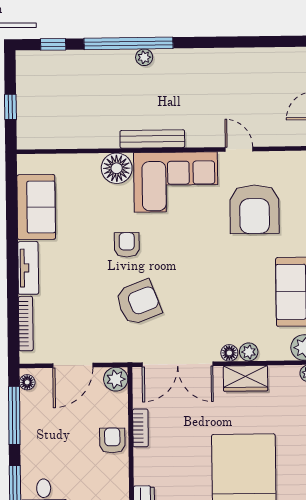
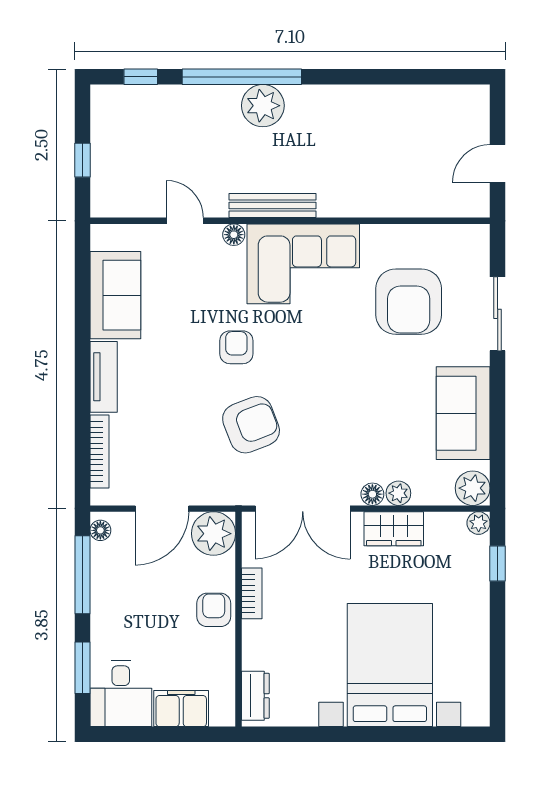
plant: (144, 57) -> (263, 106), width x1.88, depth x1.88
door: (239, 149) -> (185, 221), moved
floor lamp: (117, 168) -> (234, 235), width x0.53, depth x0.53
plant: (116, 379) -> (214, 534), width x1.36, depth x1.36

